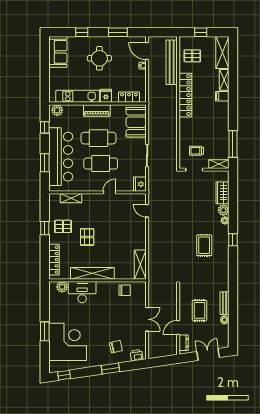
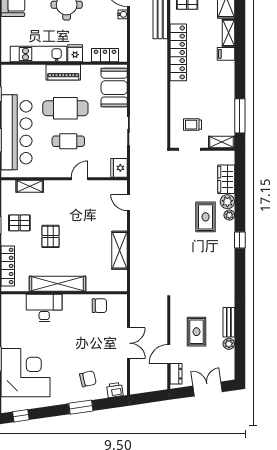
plant: (57, 110) -> (12, 72), removed
cafe table: (101, 164) -> (68, 141), width x0.73, depth x0.74
rug: (204, 245) -> (206, 217), moved
shelving: (140, 265) -> (120, 250), moved
plant: (62, 287) -> (18, 301), removed

